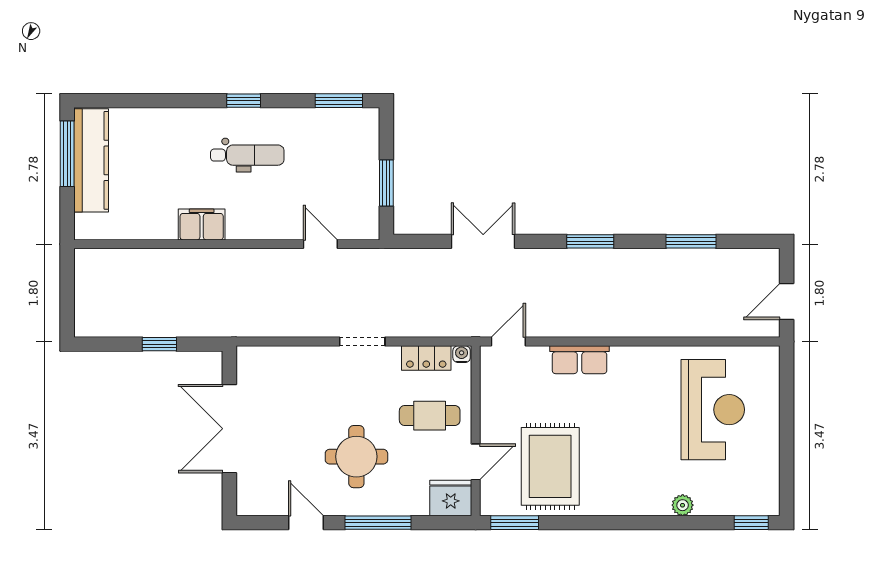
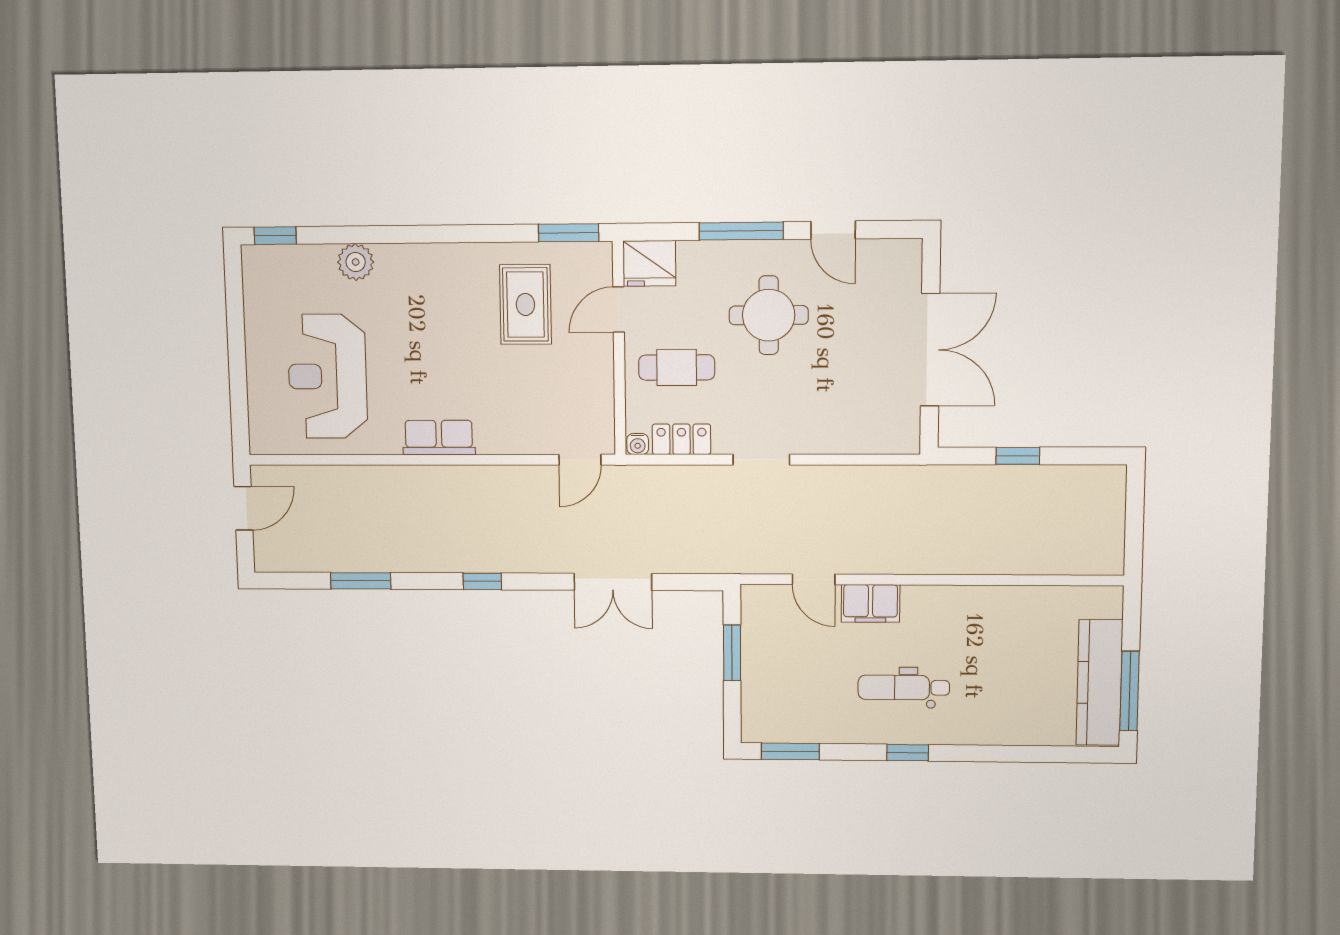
filing cabinet: (202, 224) -> (870, 603), moved
window: (590, 241) -> (482, 581), width x0.67
row of seats: (580, 360) -> (439, 438), moved
rug: (550, 466) -> (525, 305), width x0.73, depth x0.70
plant: (683, 505) -> (356, 262), width x1.38, depth x1.38

